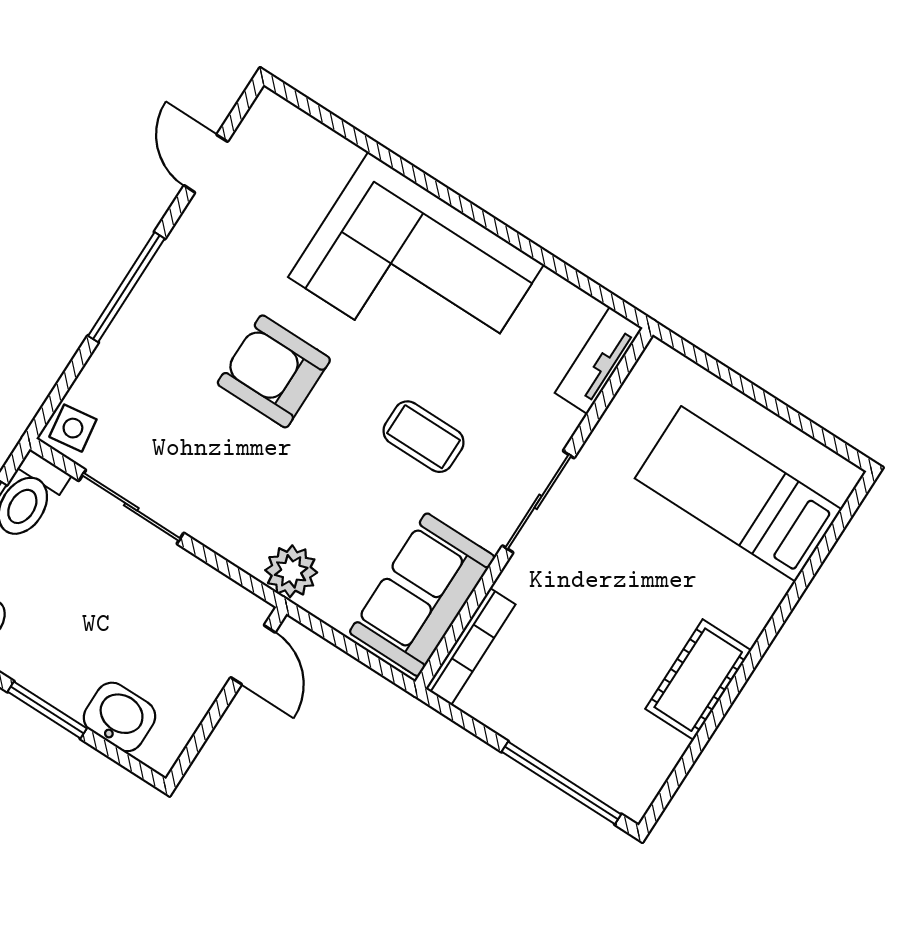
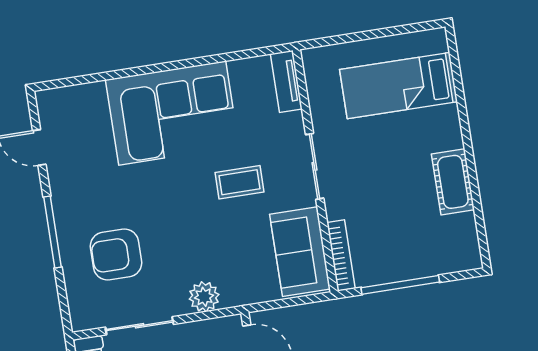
armchair: (274, 371) -> (116, 254), moved
side table: (73, 428) -> (84, 314), removed
plant: (291, 571) -> (204, 297), moved
window: (561, 783) -> (400, 285), moved

